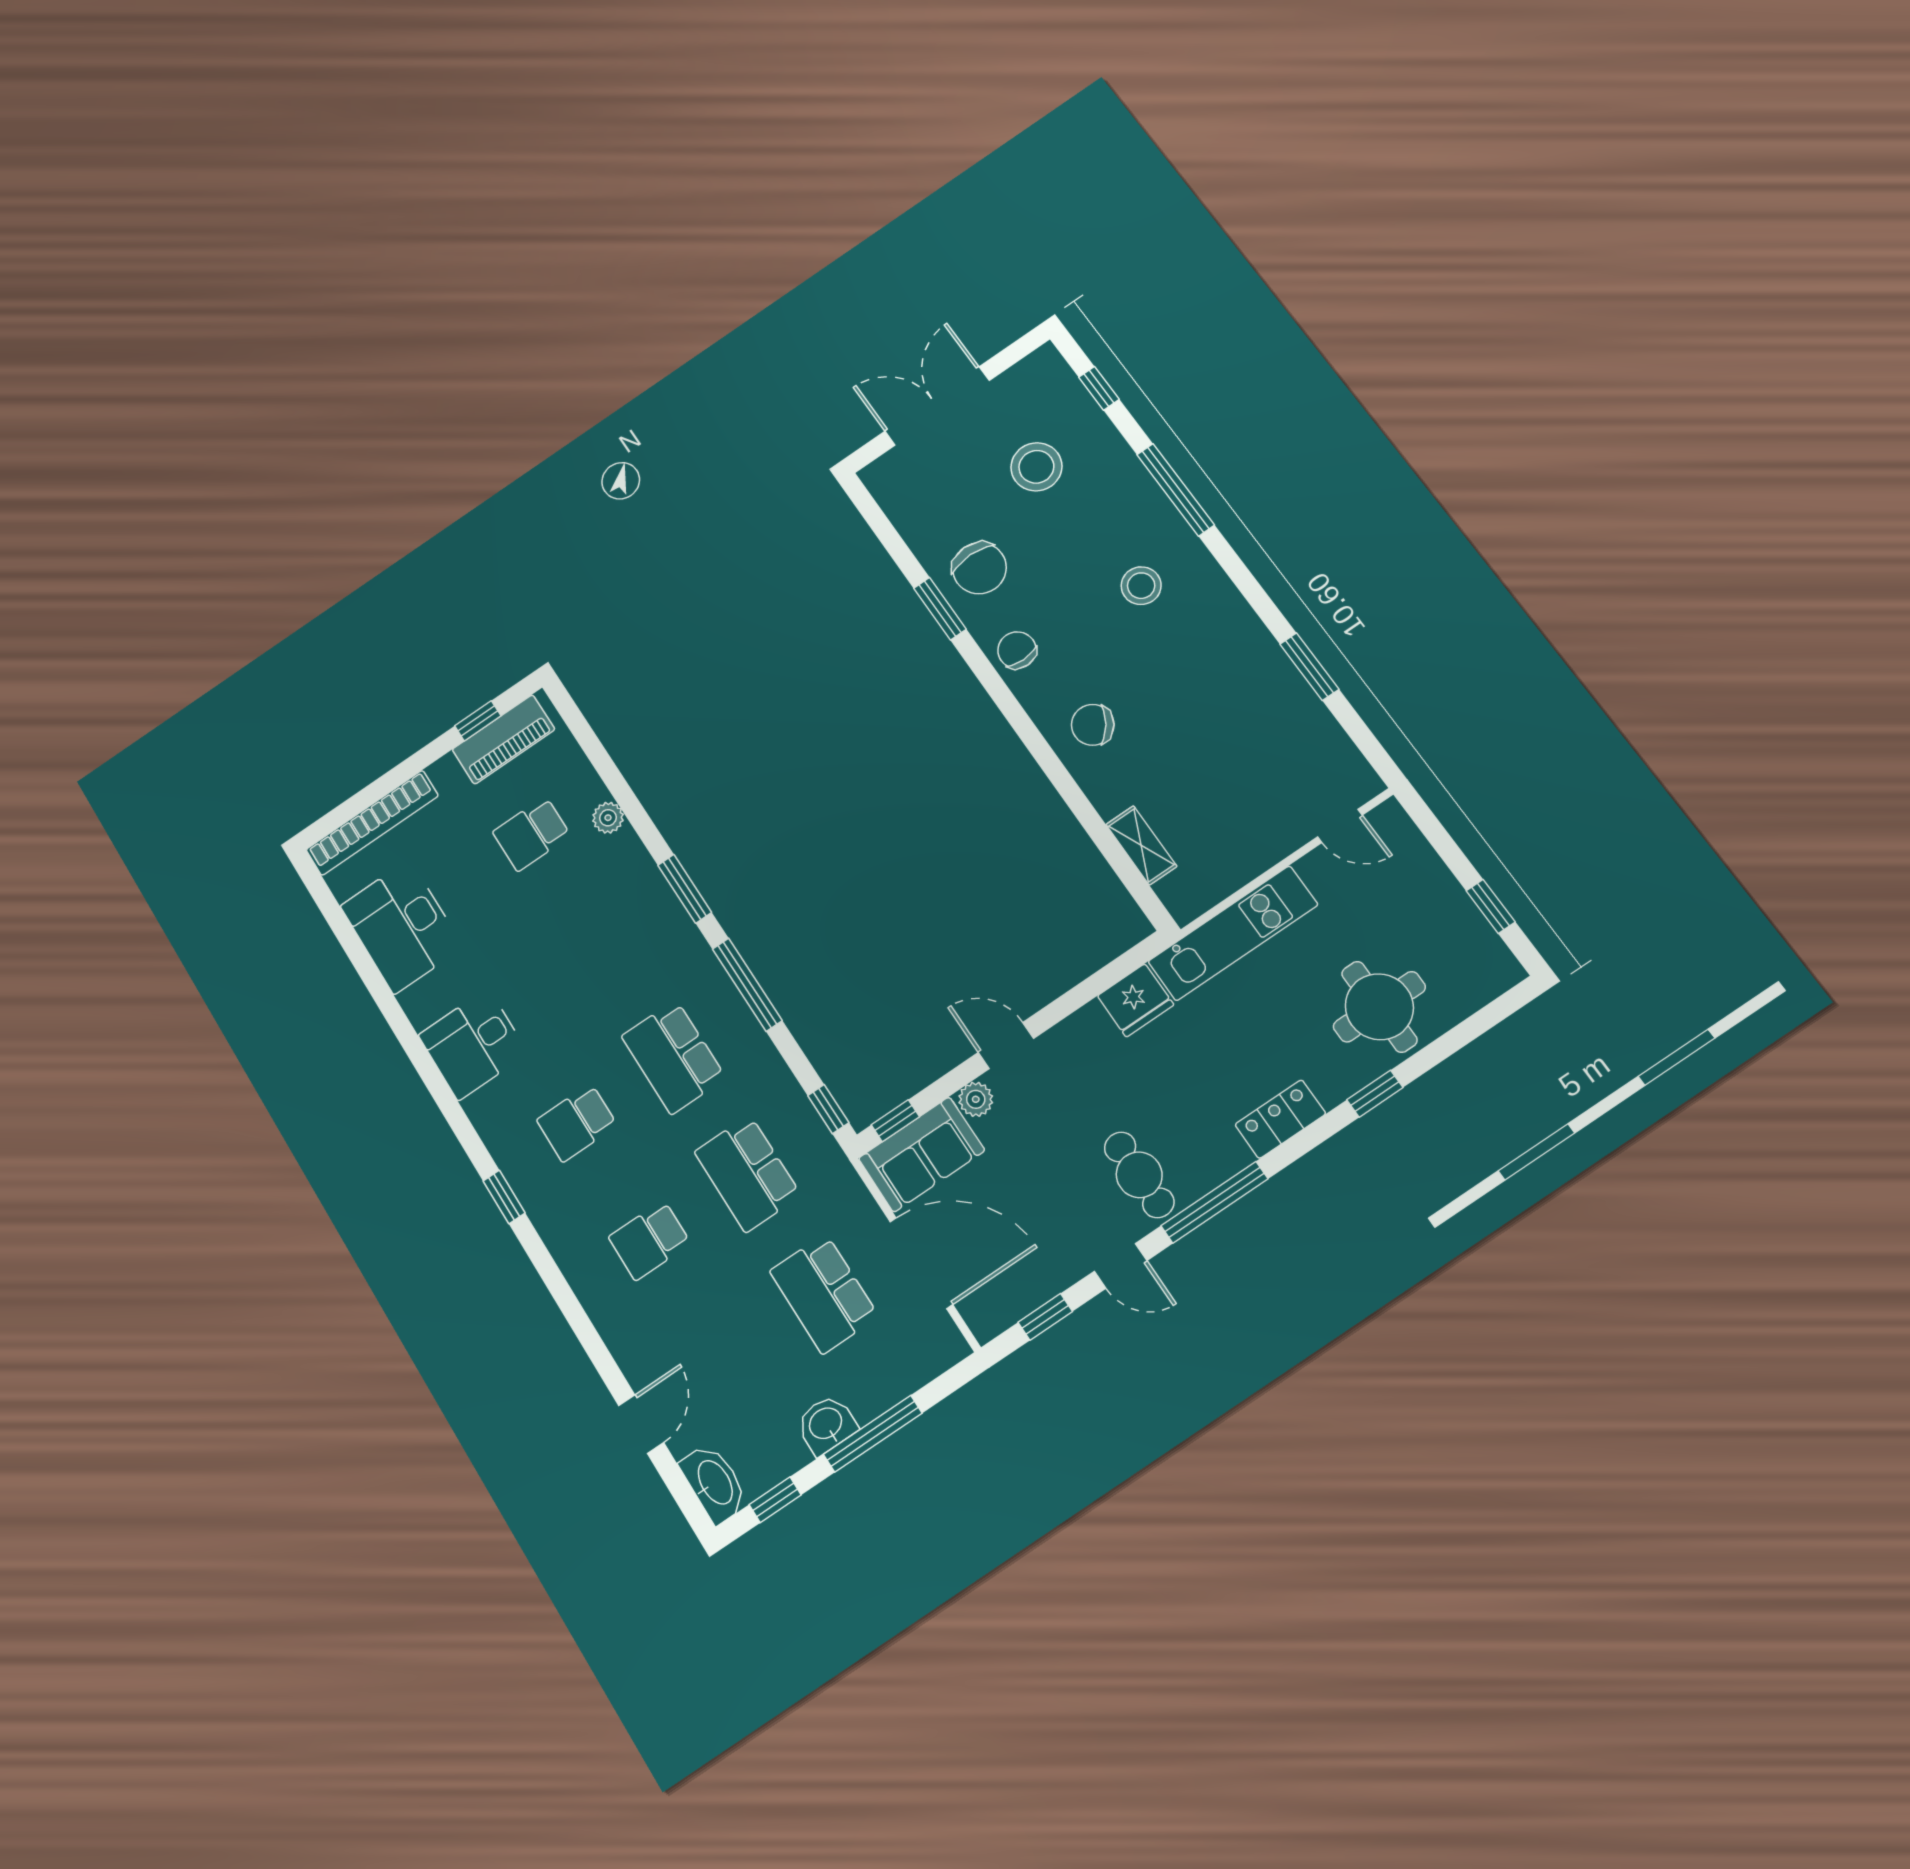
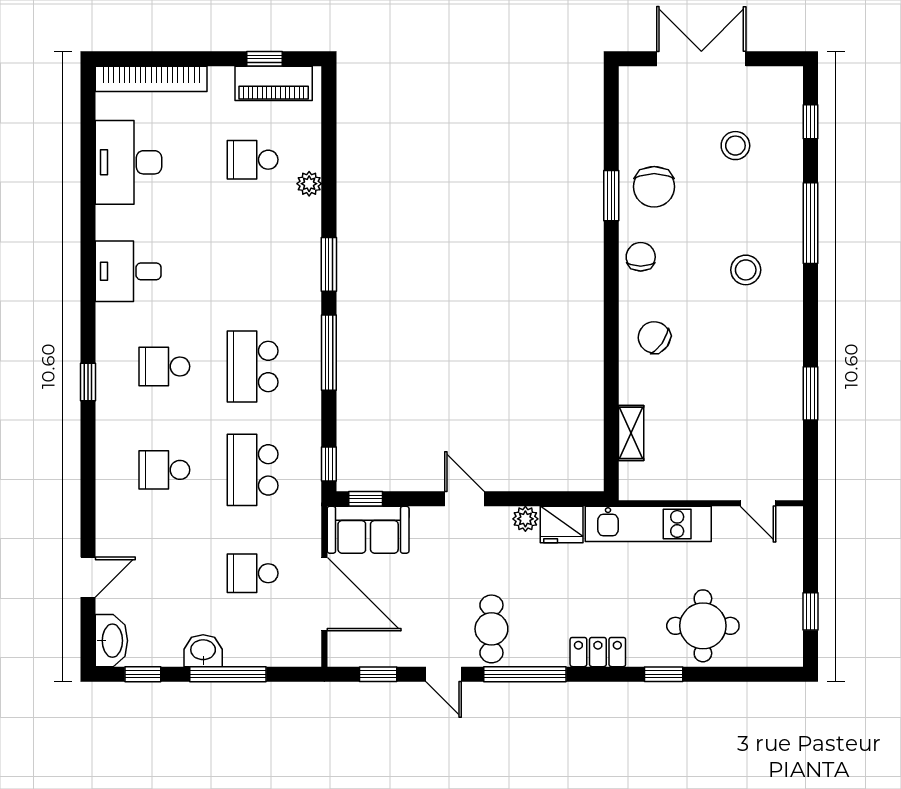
stool: (1036, 467) -> (735, 146), width x0.73, depth x0.73
plant: (976, 1099) -> (525, 519), moved
school desk: (824, 1294) -> (253, 573), width x0.54

